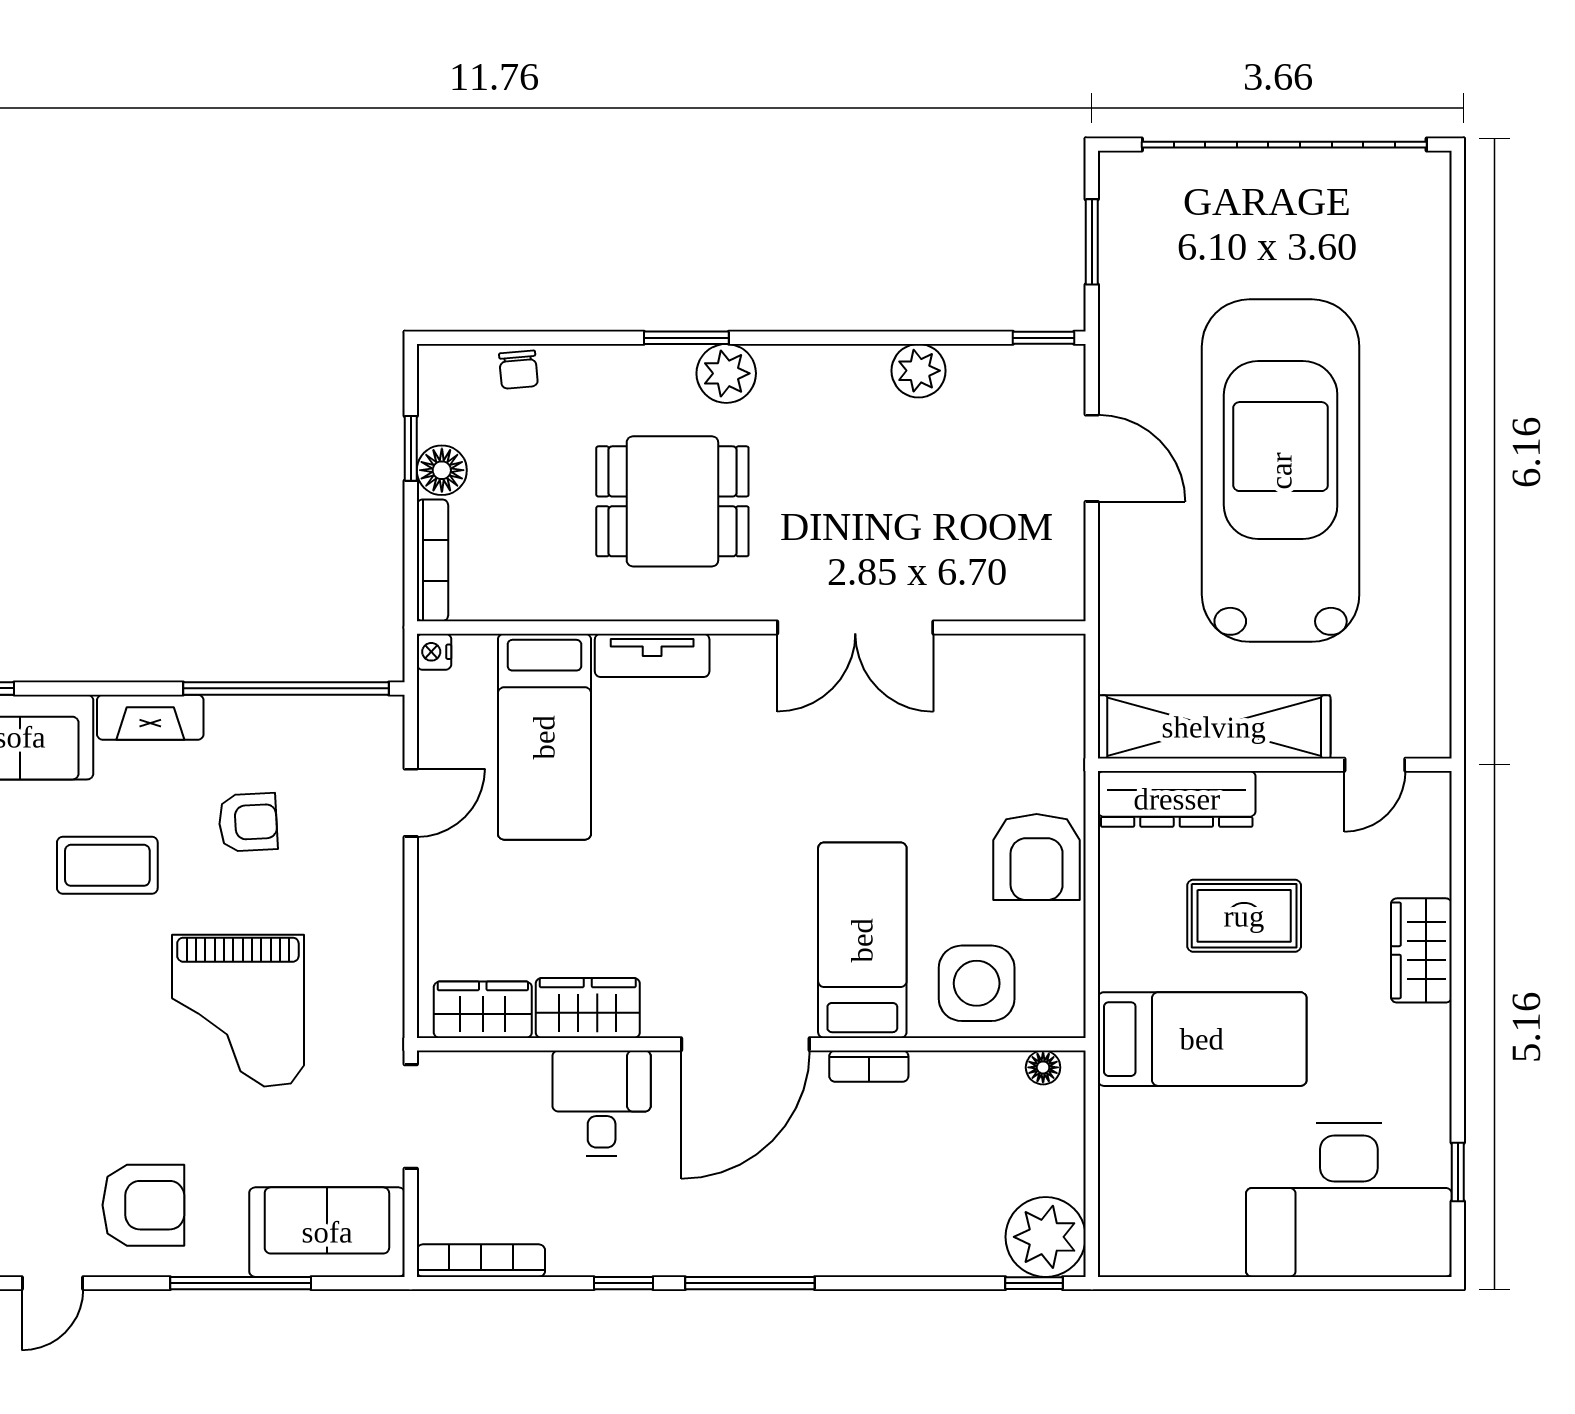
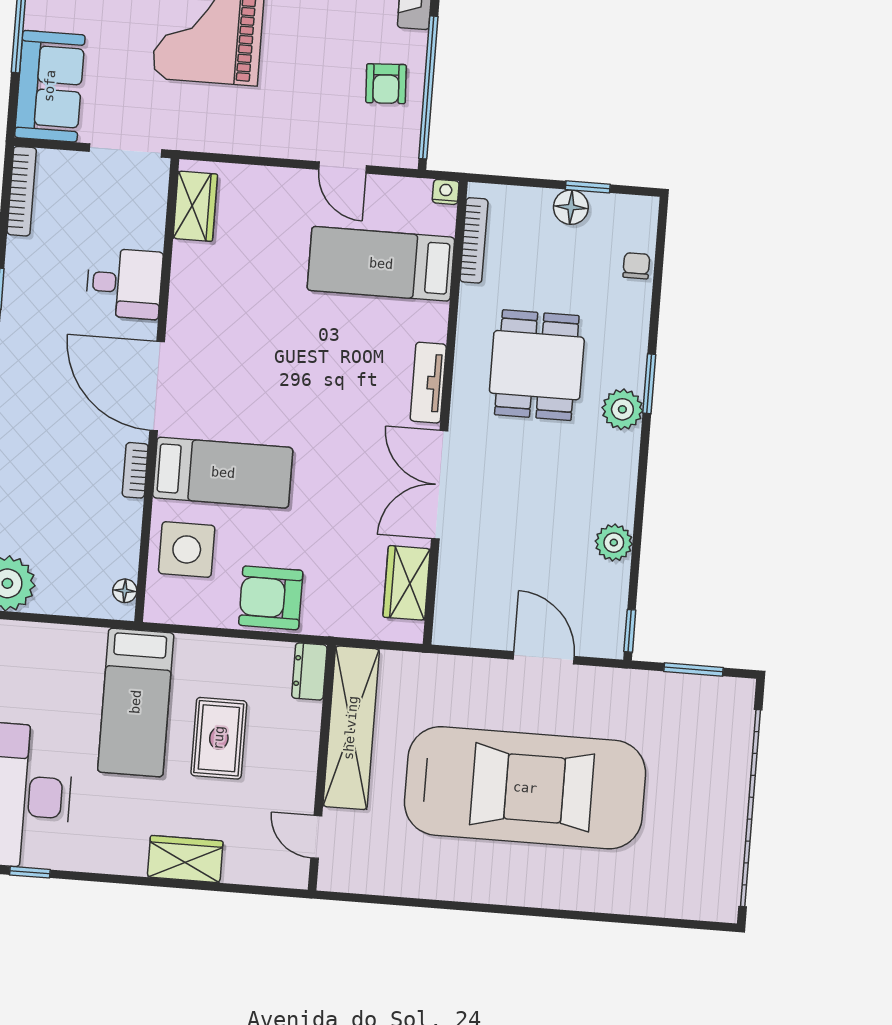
chair: (518, 370) -> (636, 266), turned 95
door: (1092, 458) -> (544, 658), swing flipped
bookcase: (432, 560) -> (474, 240), moved, turned -90
tv unit: (652, 655) -> (428, 383), moved
dresser: (1177, 799) -> (309, 671), width x0.51, depth x0.80
armchair: (248, 822) -> (386, 84), moved
wardrobe: (588, 1008) -> (407, 583), moved, turned 180

